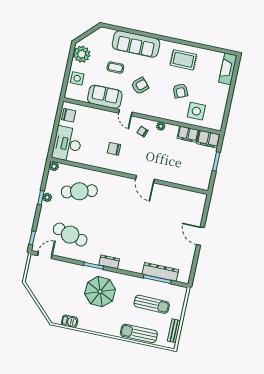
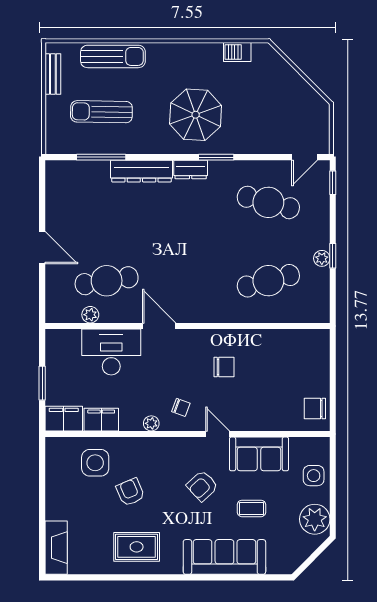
desk: (67, 144) -> (111, 352), moved, turned -90
plant: (54, 166) -> (90, 315), moved
cafe table: (169, 210) -> (107, 281), added
dresser: (160, 272) -> (141, 171), moved

